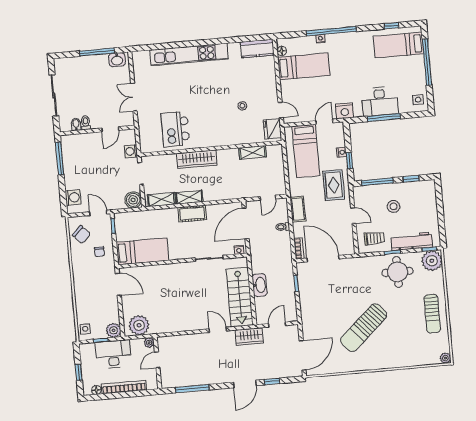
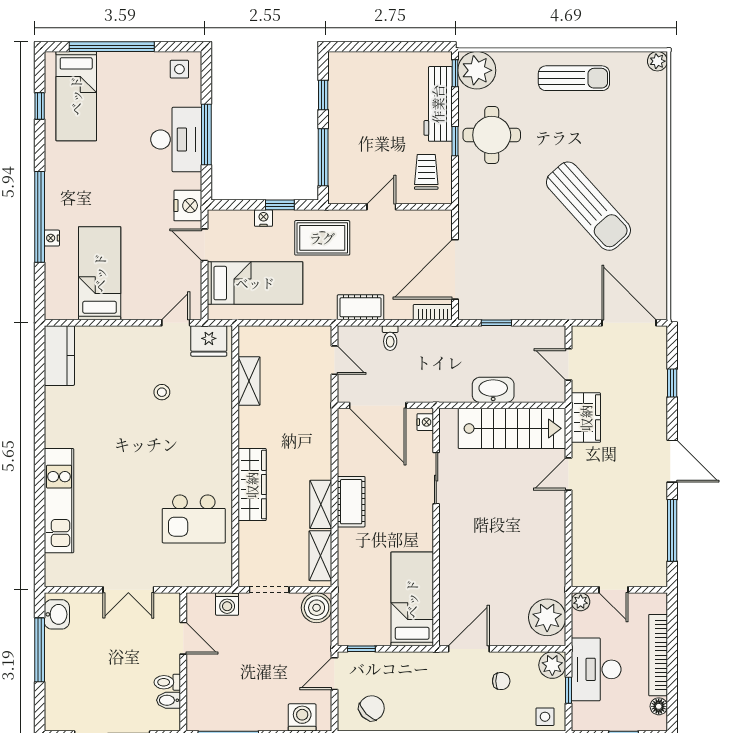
floor lamp: (282, 51) -> (68, 311), removed
kitchen unit: (189, 54) -> (59, 501), width x0.73
stool: (394, 206) -> (371, 132), removed
chair: (99, 252) -> (501, 681), moved
door: (245, 384) -> (672, 461), moved

